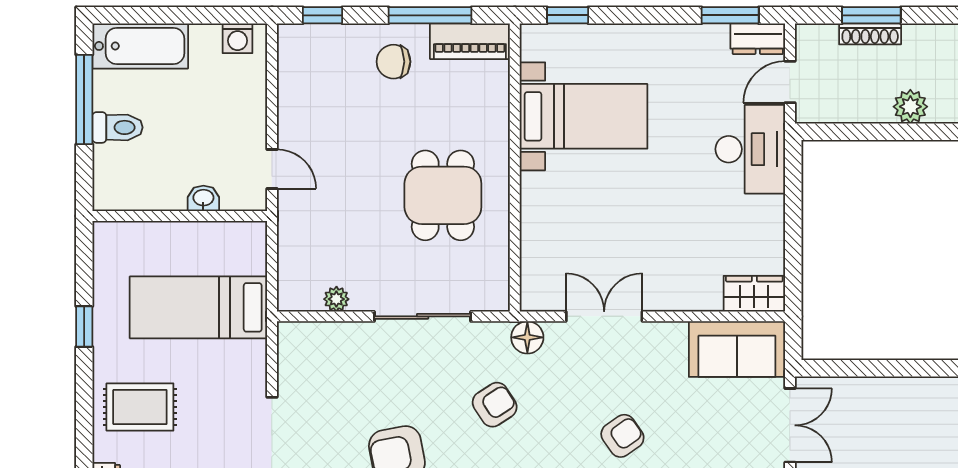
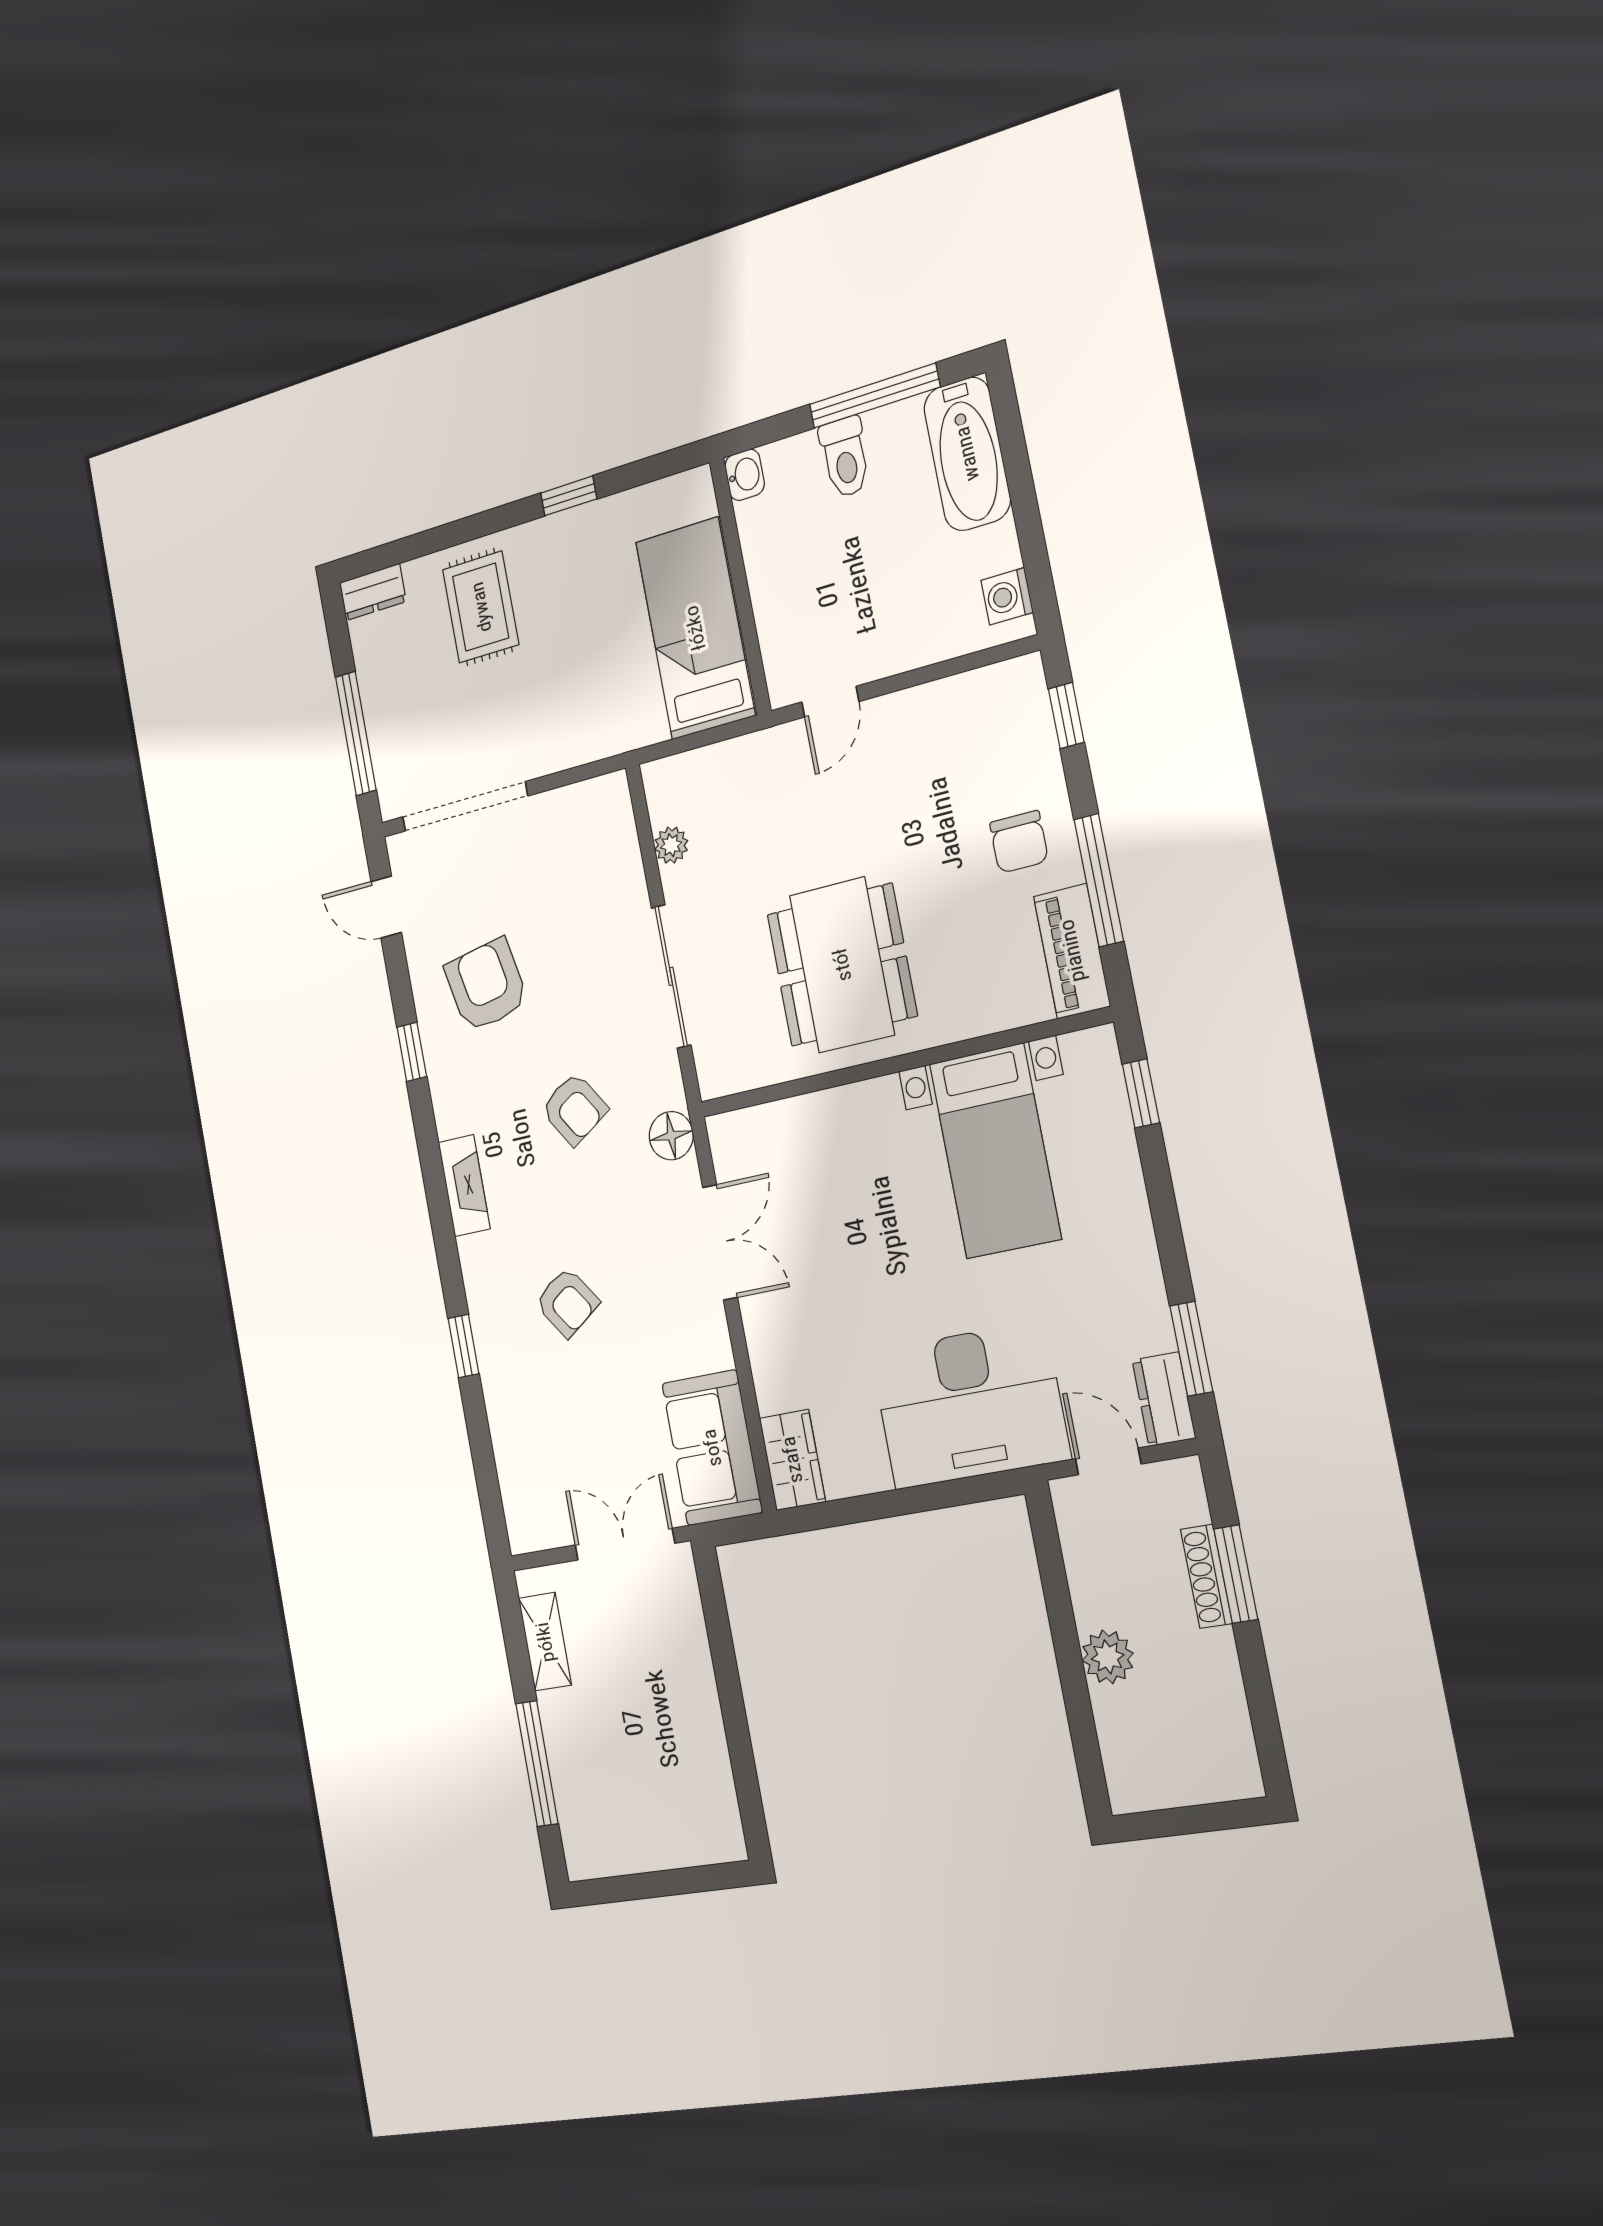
chair: (393, 62) -> (1019, 842), turned 180
desk: (750, 149) -> (970, 1405), width x1.36, depth x1.30
dining table: (443, 195) -> (842, 965), width x1.37
washbasin: (203, 198) -> (745, 475), moved
bed: (198, 307) -> (695, 628), moved
double door: (790, 425) -> (625, 1544), swing flipped

